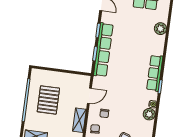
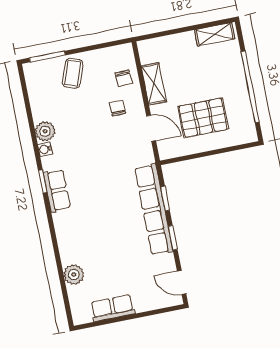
row of seats: (155, 73) -> (57, 191), width x0.68
door: (89, 96) -> (151, 128), swing flipped
pallet: (48, 100) -> (203, 118), moved, turned 90

